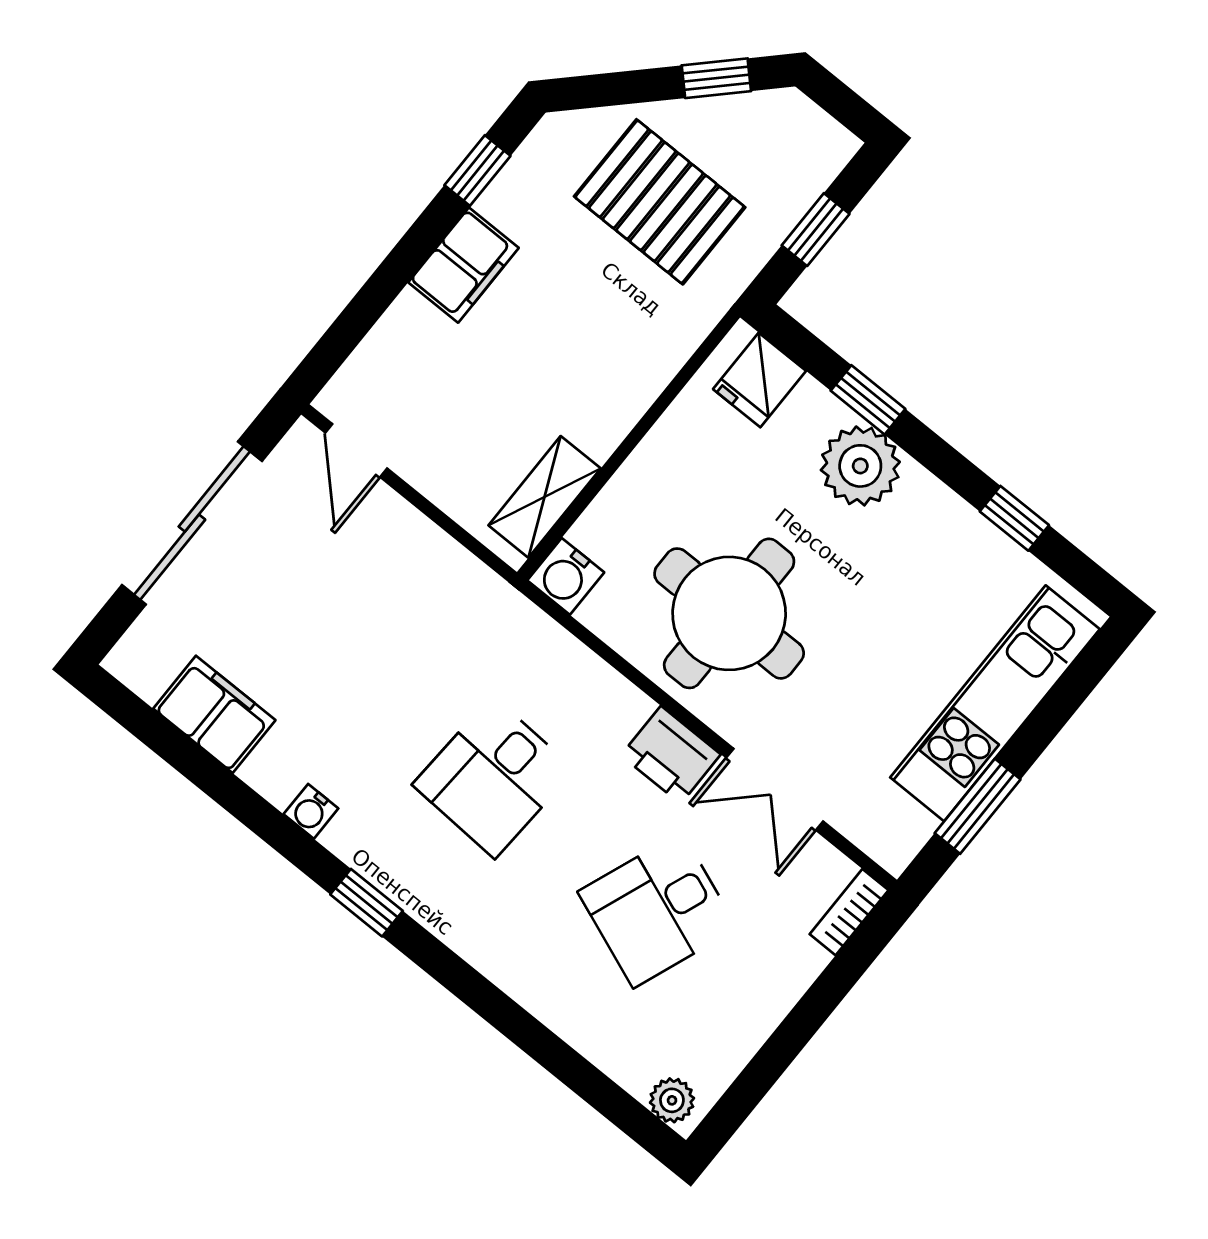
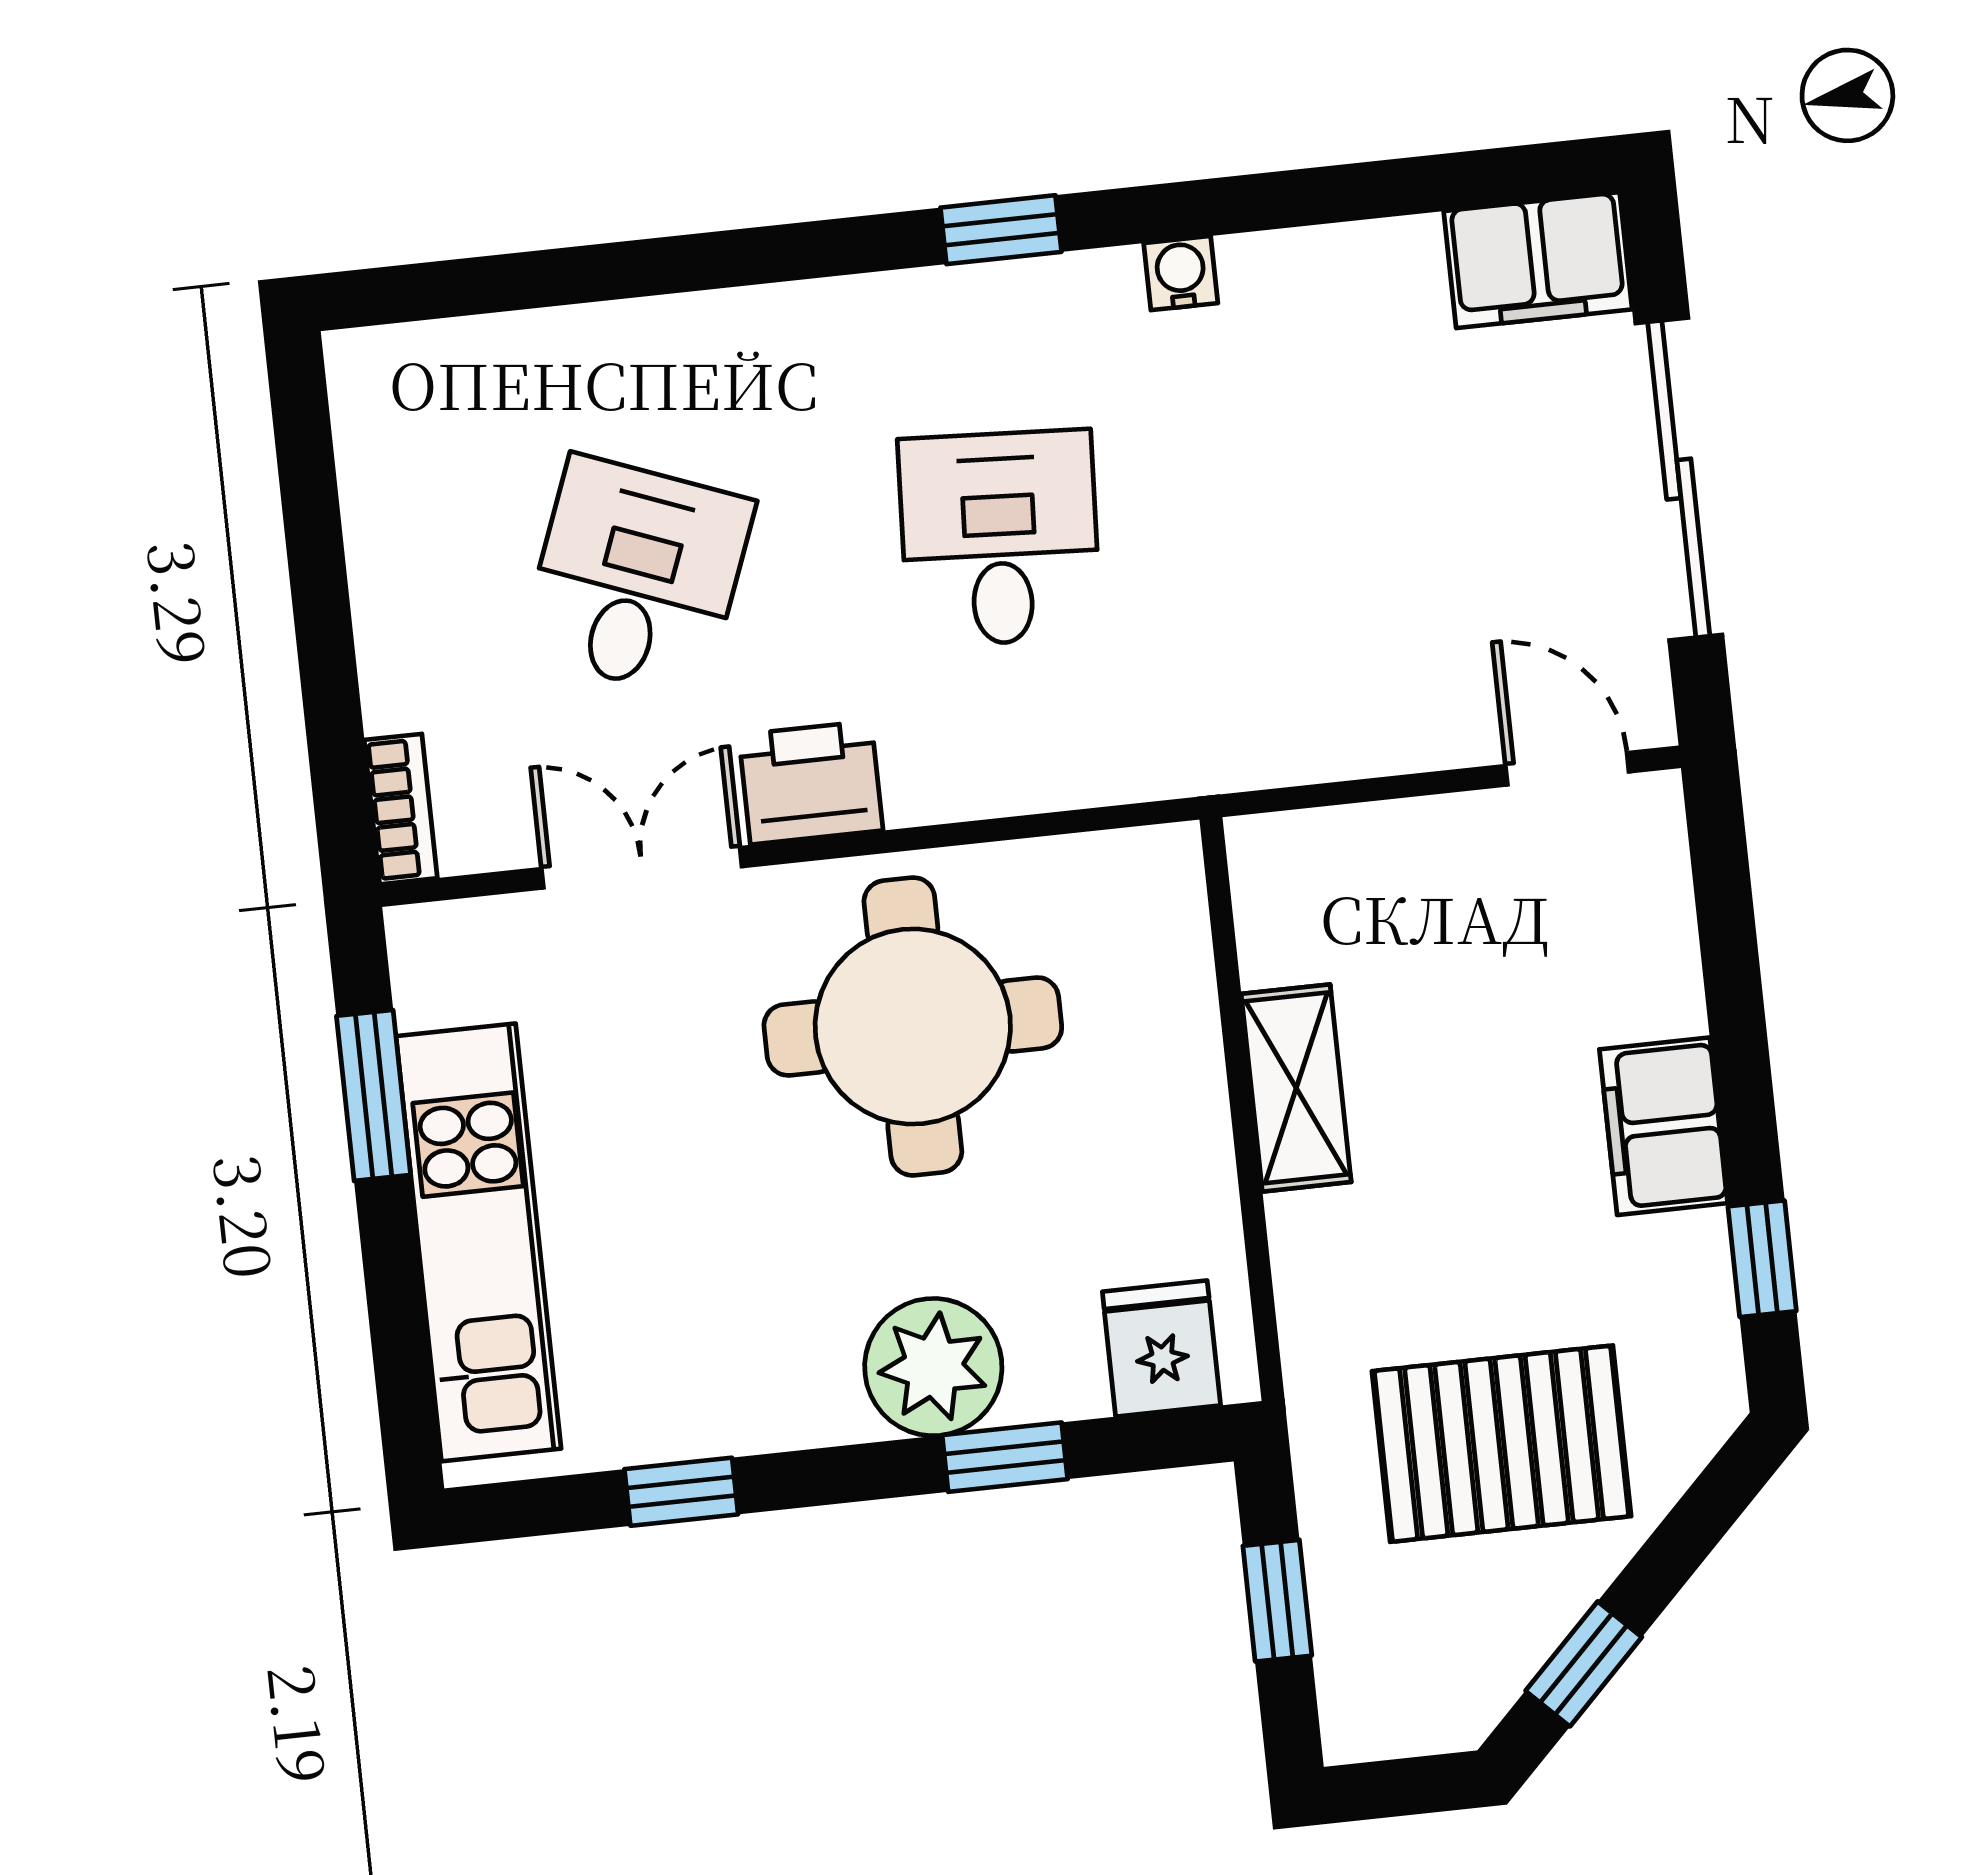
shelving: (545, 497) -> (1296, 1088), moved
water cooler: (566, 576) -> (1158, 872), removed
filing cabinet: (214, 714) -> (1538, 260), moved
plant: (672, 1100) -> (386, 363), removed

